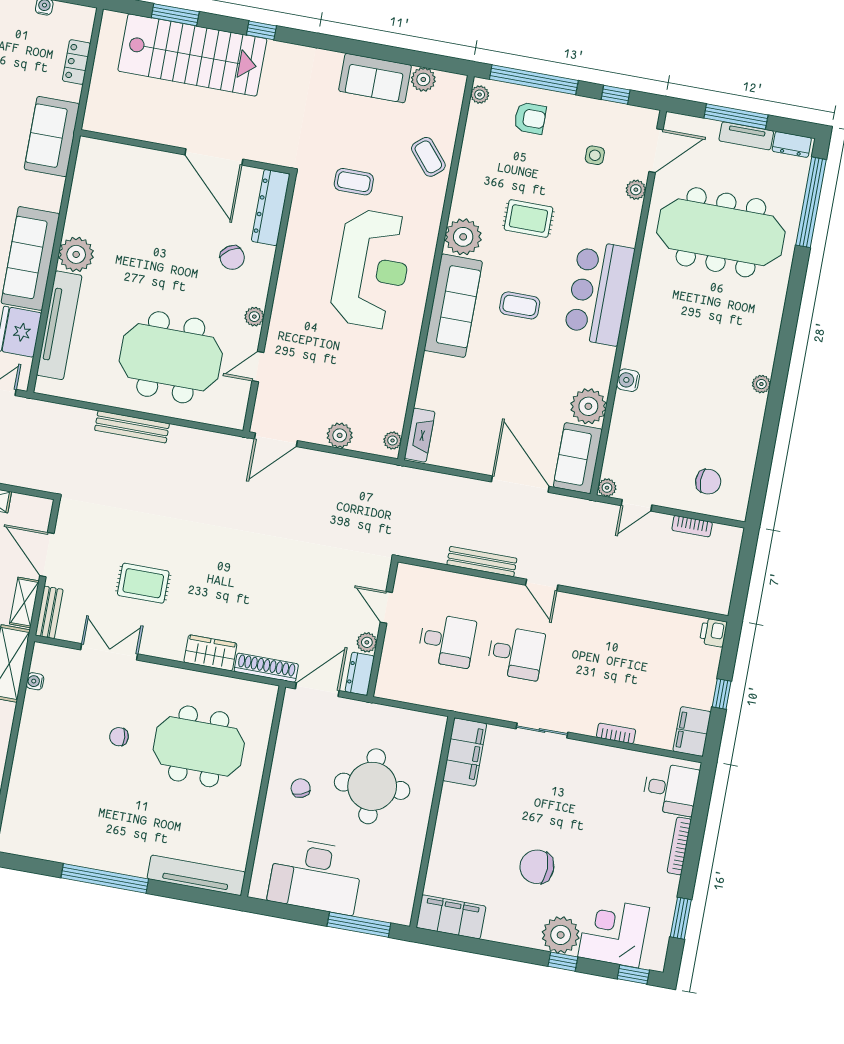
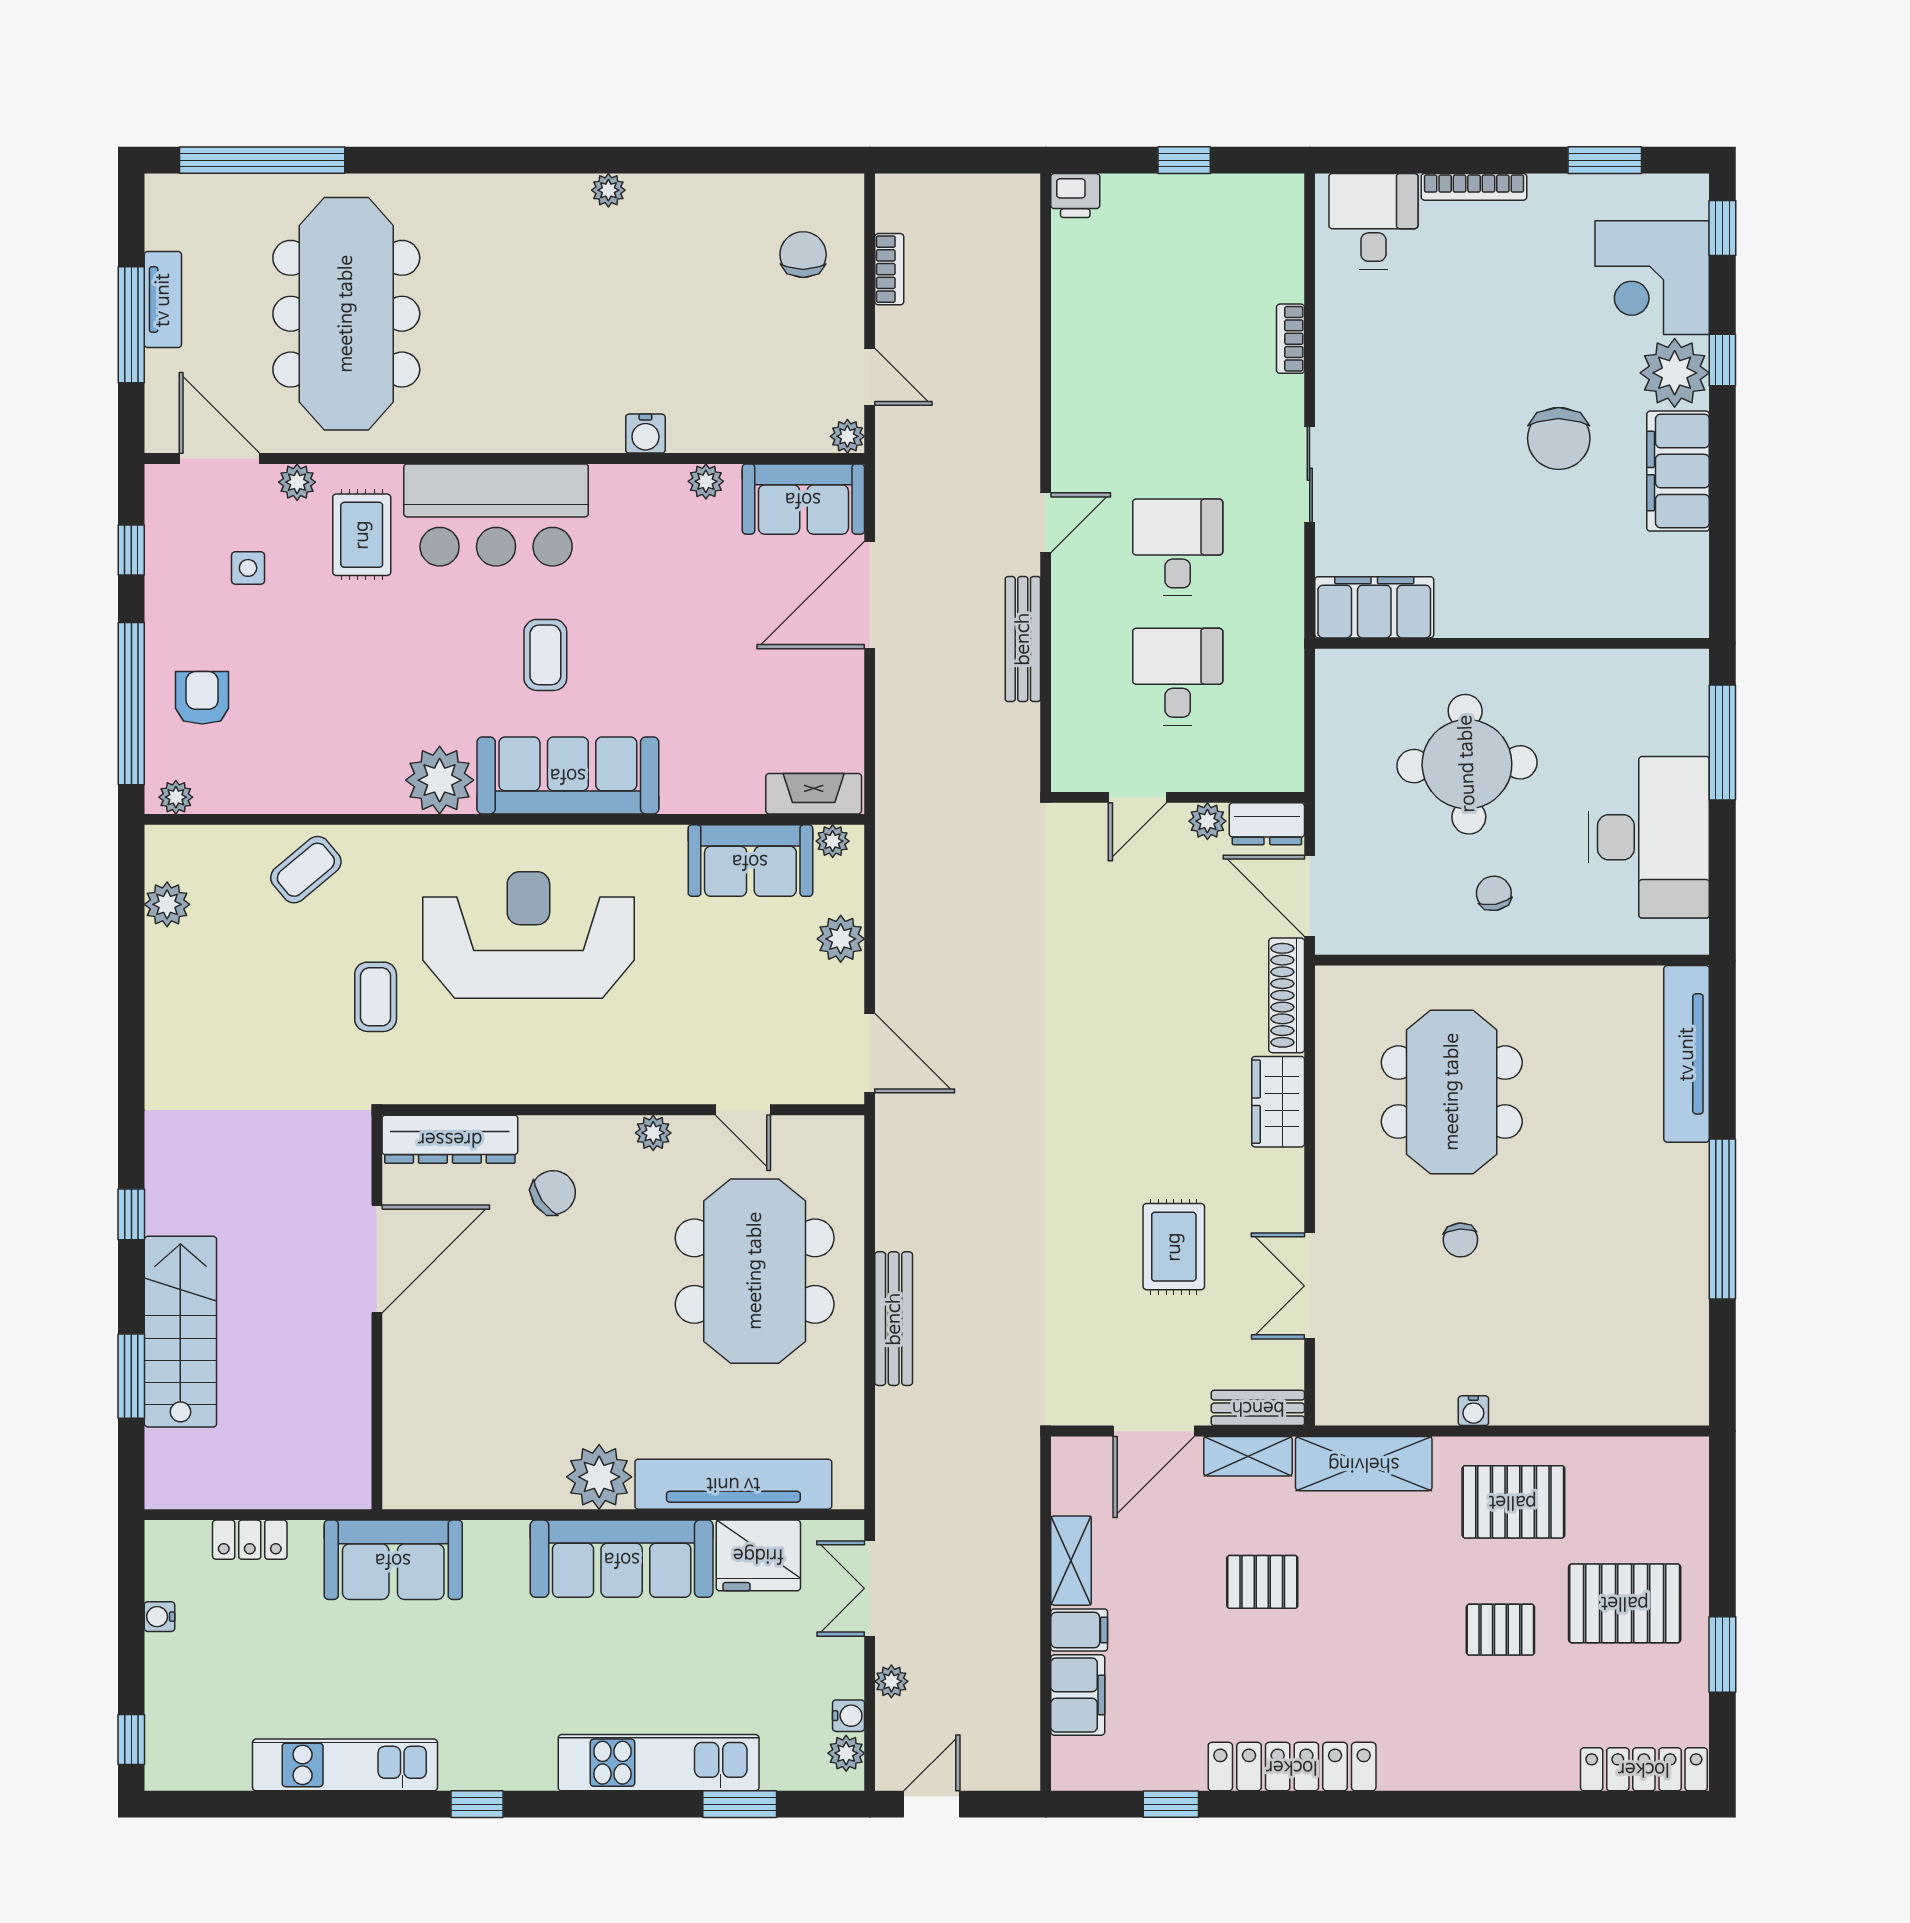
stairs: (192, 55) -> (180, 1332), width x0.73, depth x0.66
sofa: (375, 78) -> (750, 861), moved, turned 90
dresser: (792, 144) -> (163, 214), removed
rug: (528, 219) -> (362, 535), moved
plant: (588, 406) -> (706, 481), width x0.53, depth x0.53
water cooler: (35, 681) -> (1473, 1411), moved
filing cabinet: (692, 732) -> (1262, 202), removed
chair: (301, 788) -> (1494, 893), turned 100
filing cabinet: (451, 917) -> (1678, 471), moved

